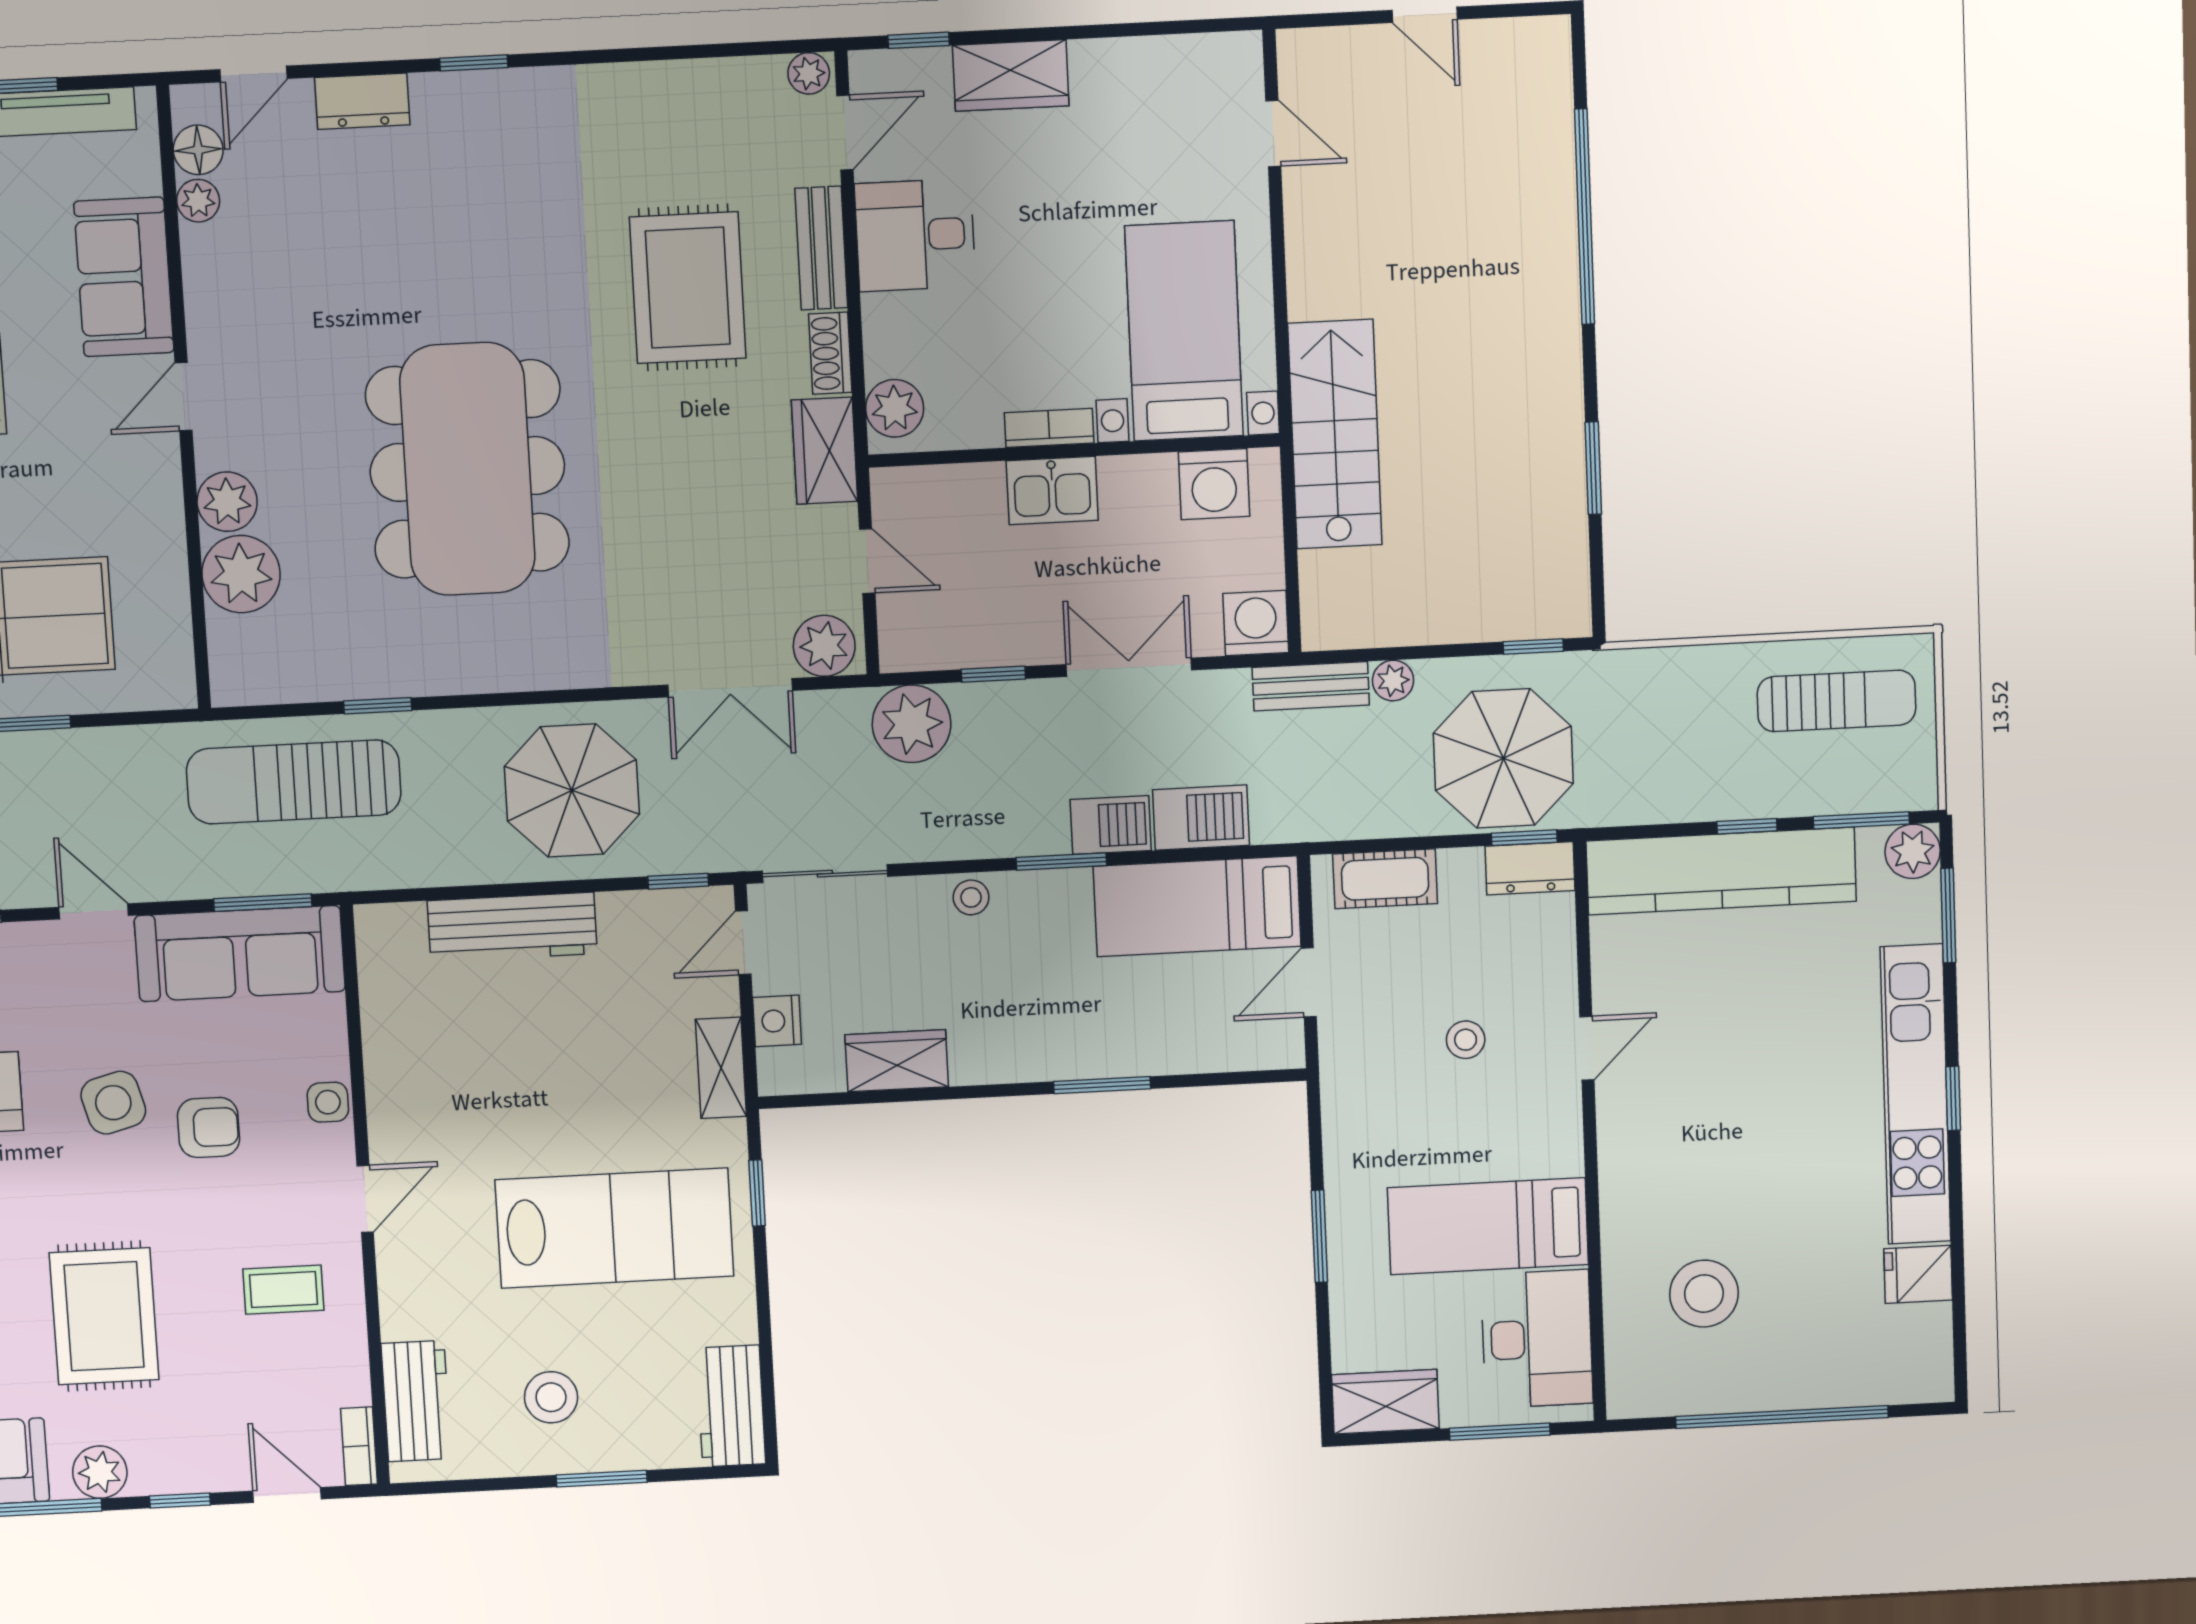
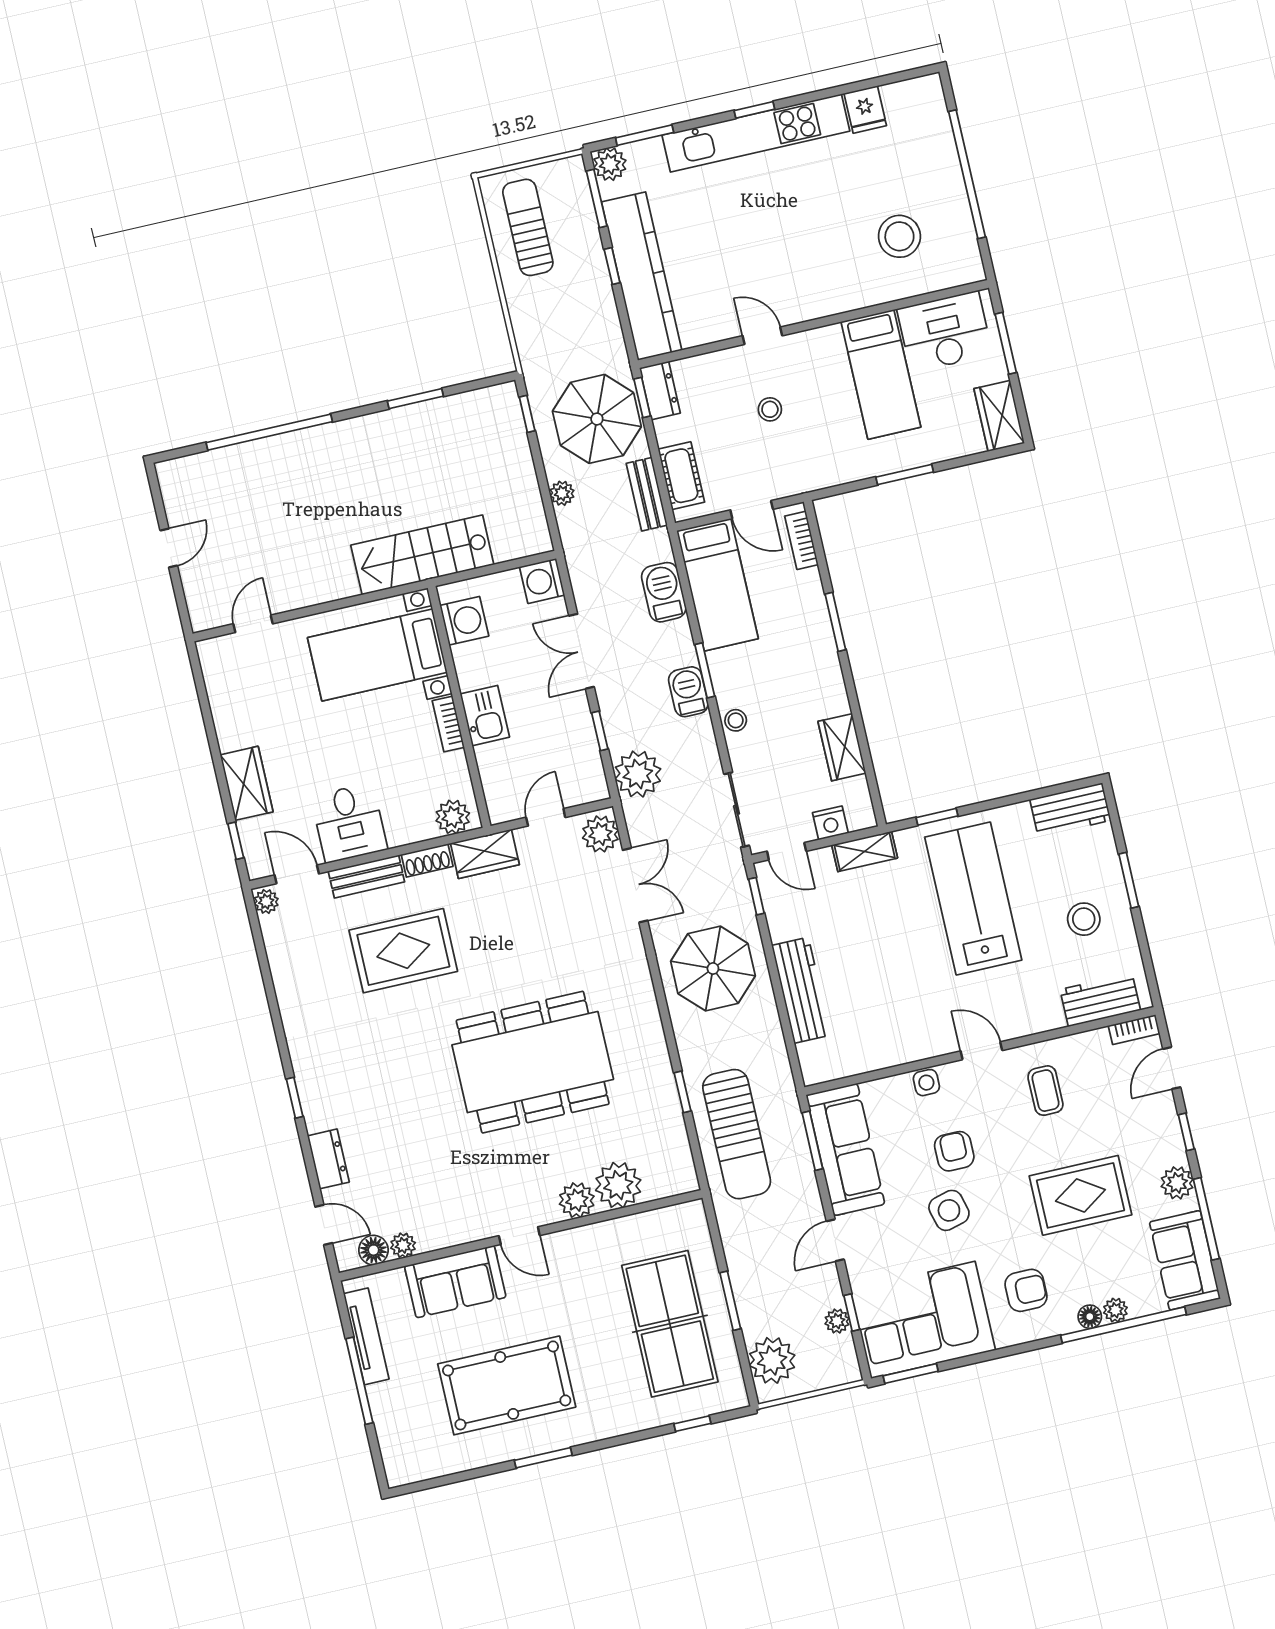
bench: (1311, 686) -> (647, 494), moved
barbecue: (1111, 825) -> (688, 692), moved
bookcase: (1244, 1054) -> (801, 540), added

